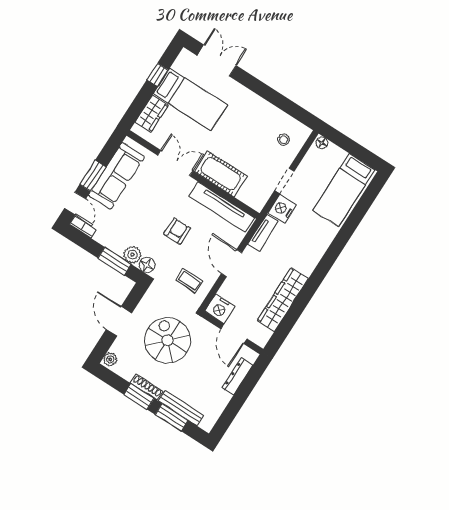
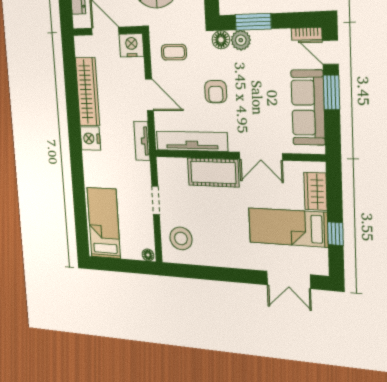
stool: (283, 140) -> (181, 238), width x1.89, depth x1.89
nightstand: (282, 209) -> (90, 138), moved, turned 180

